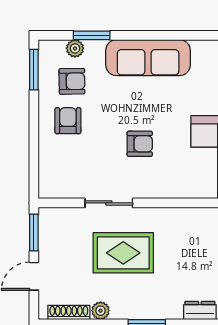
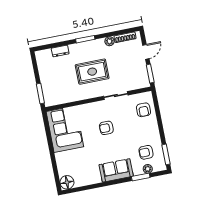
sofa: (148, 58) -> (116, 170), width x0.73
armchair: (68, 121) -> (143, 110), moved
rug: (123, 253) -> (92, 72), moved

